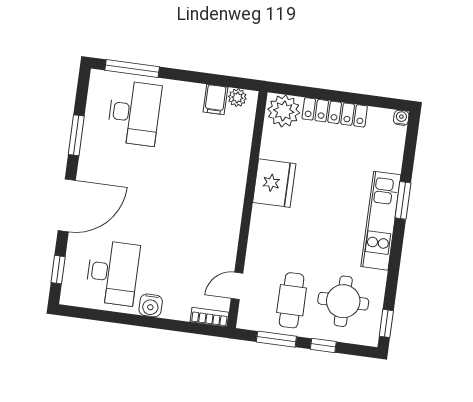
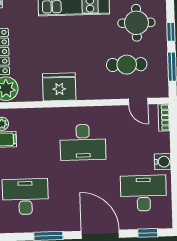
desk: (194, 202) -> (83, 142), added
cafe table: (292, 300) -> (127, 65), moved

